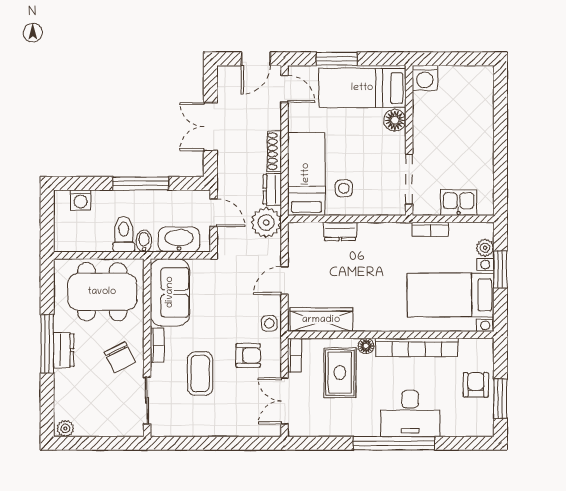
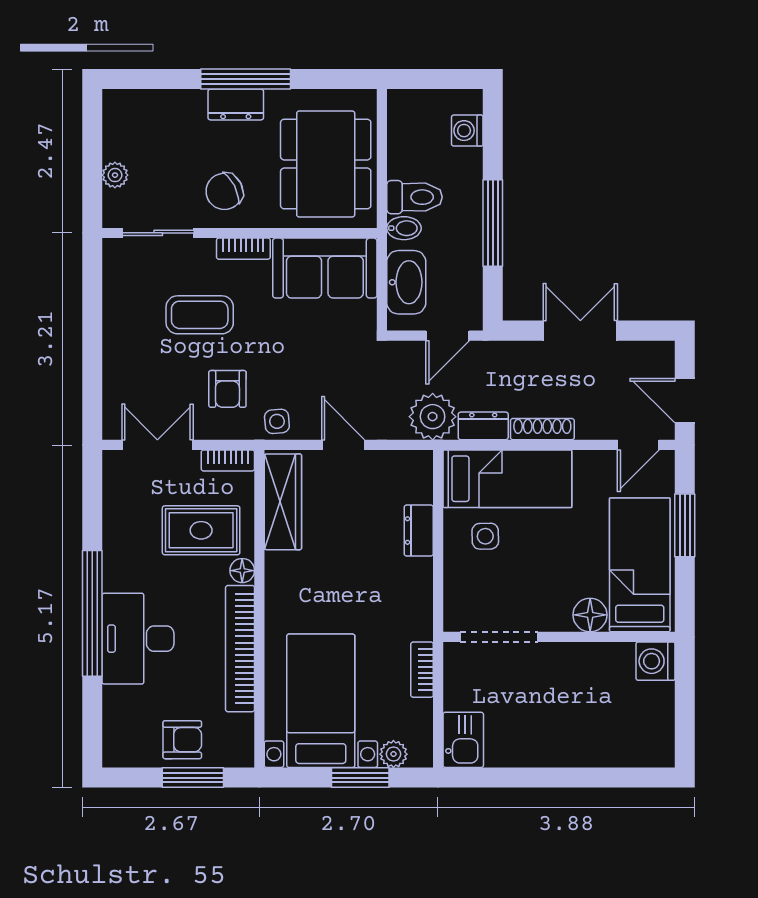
kitchen sink: (459, 203) -> (463, 740), moved
window: (500, 399) -> (193, 778), moved
plant: (65, 428) -> (115, 175), moved

